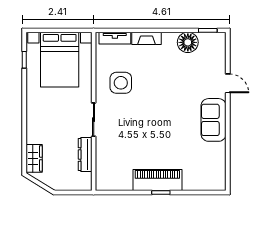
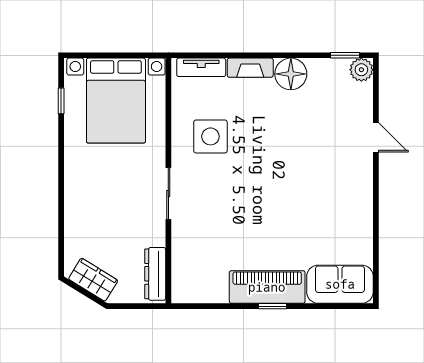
plant: (218, 40) -> (361, 70), added
floor lamp: (188, 42) -> (291, 74), moved
sofa: (214, 120) -> (340, 284), moved, turned 90
dresser: (85, 155) -> (155, 274), moved
wardrobe: (34, 158) -> (93, 280), moved, turned -58

